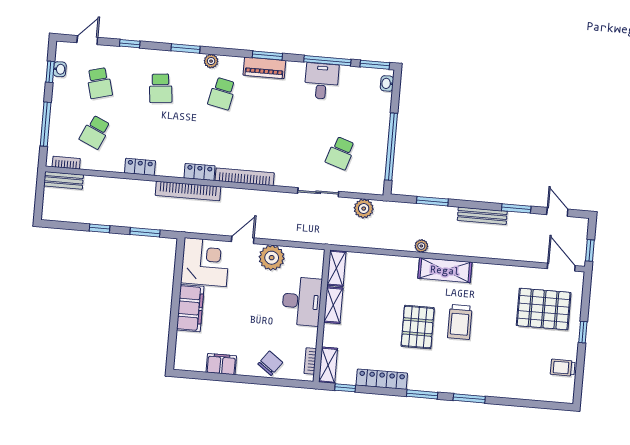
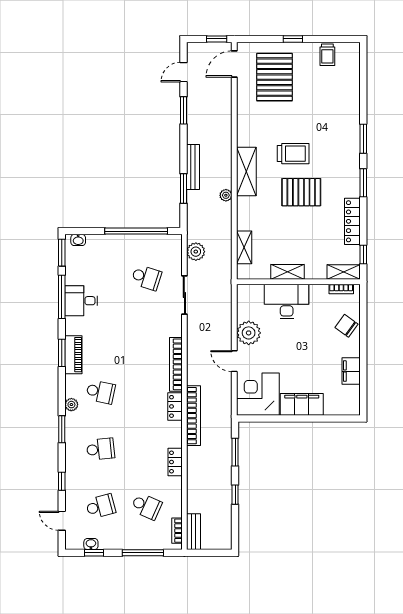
bench: (482, 216) -> (193, 167), moved
shelving: (336, 268) -> (244, 247), moved, turned 90

